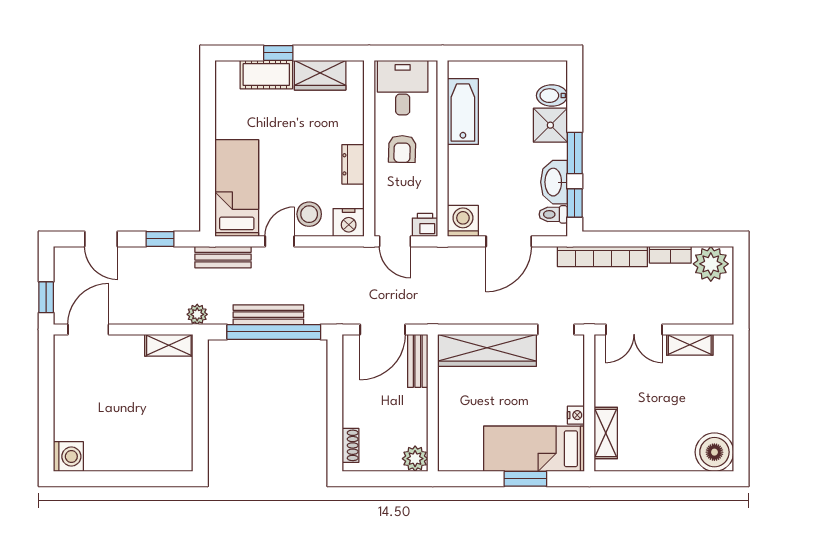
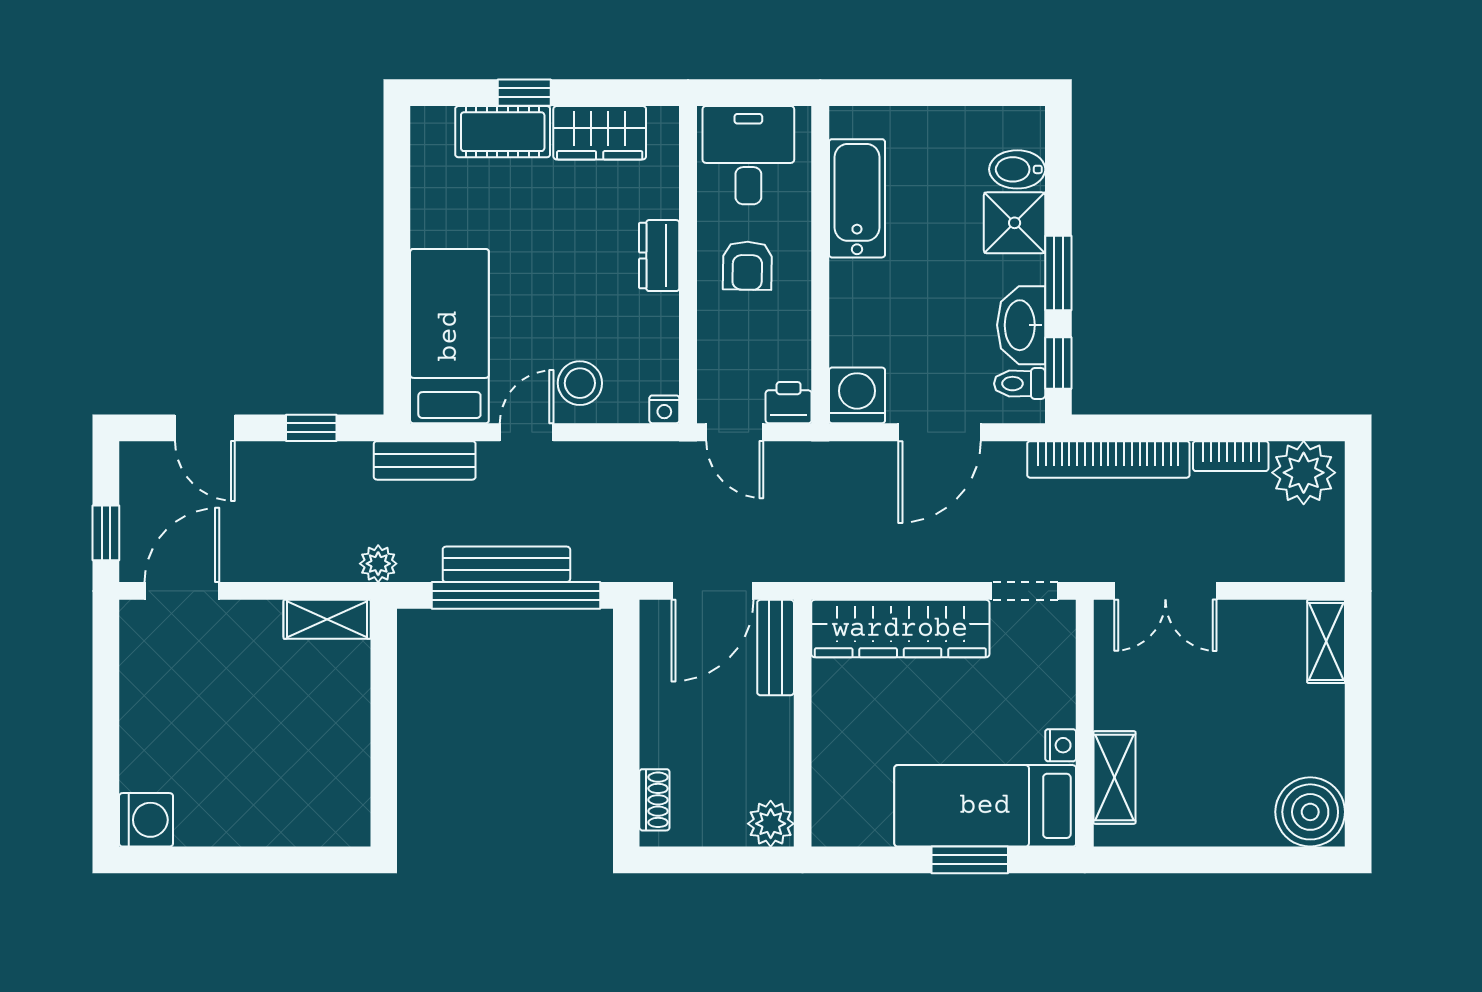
dresser: (353, 164) -> (659, 256), moved
nightstand: (349, 223) -> (664, 409), width x0.53, depth x0.56
shelving: (690, 345) -> (1326, 641), moved, turned 90

